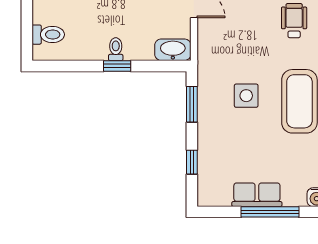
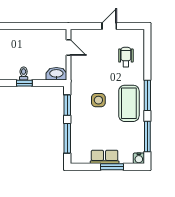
window: (192, 162) -> (67, 138), width x2.17
window: (270, 212) -> (112, 167), width x0.69

